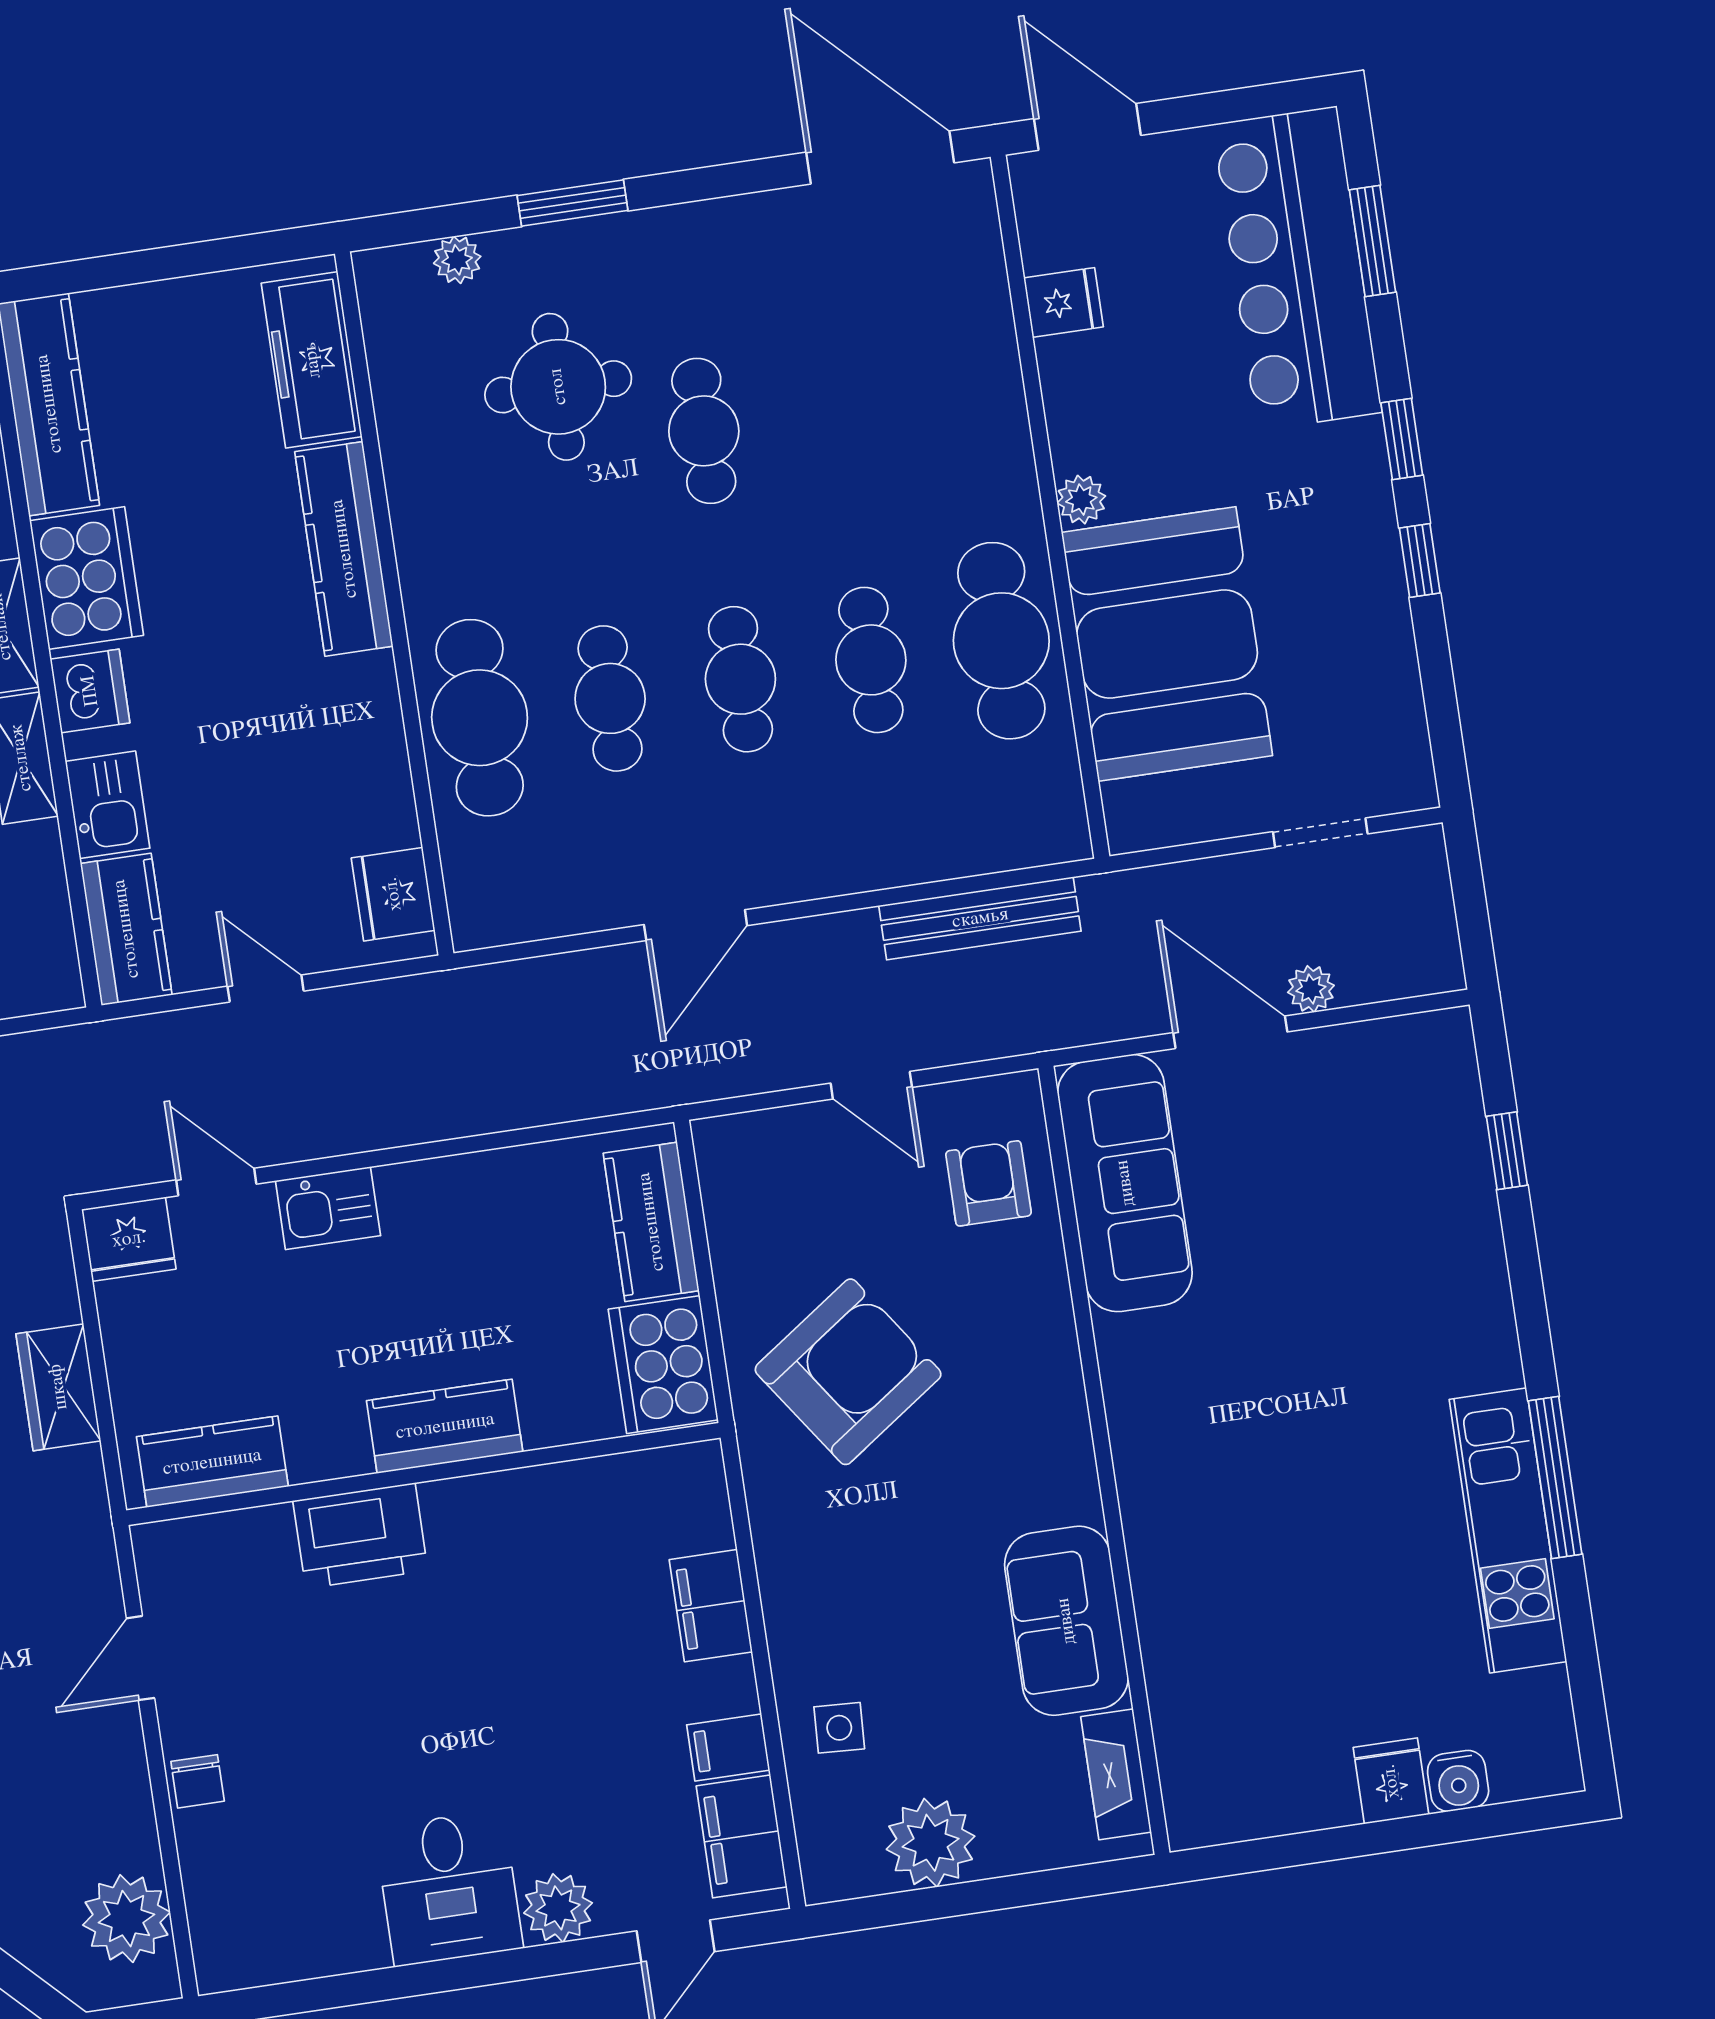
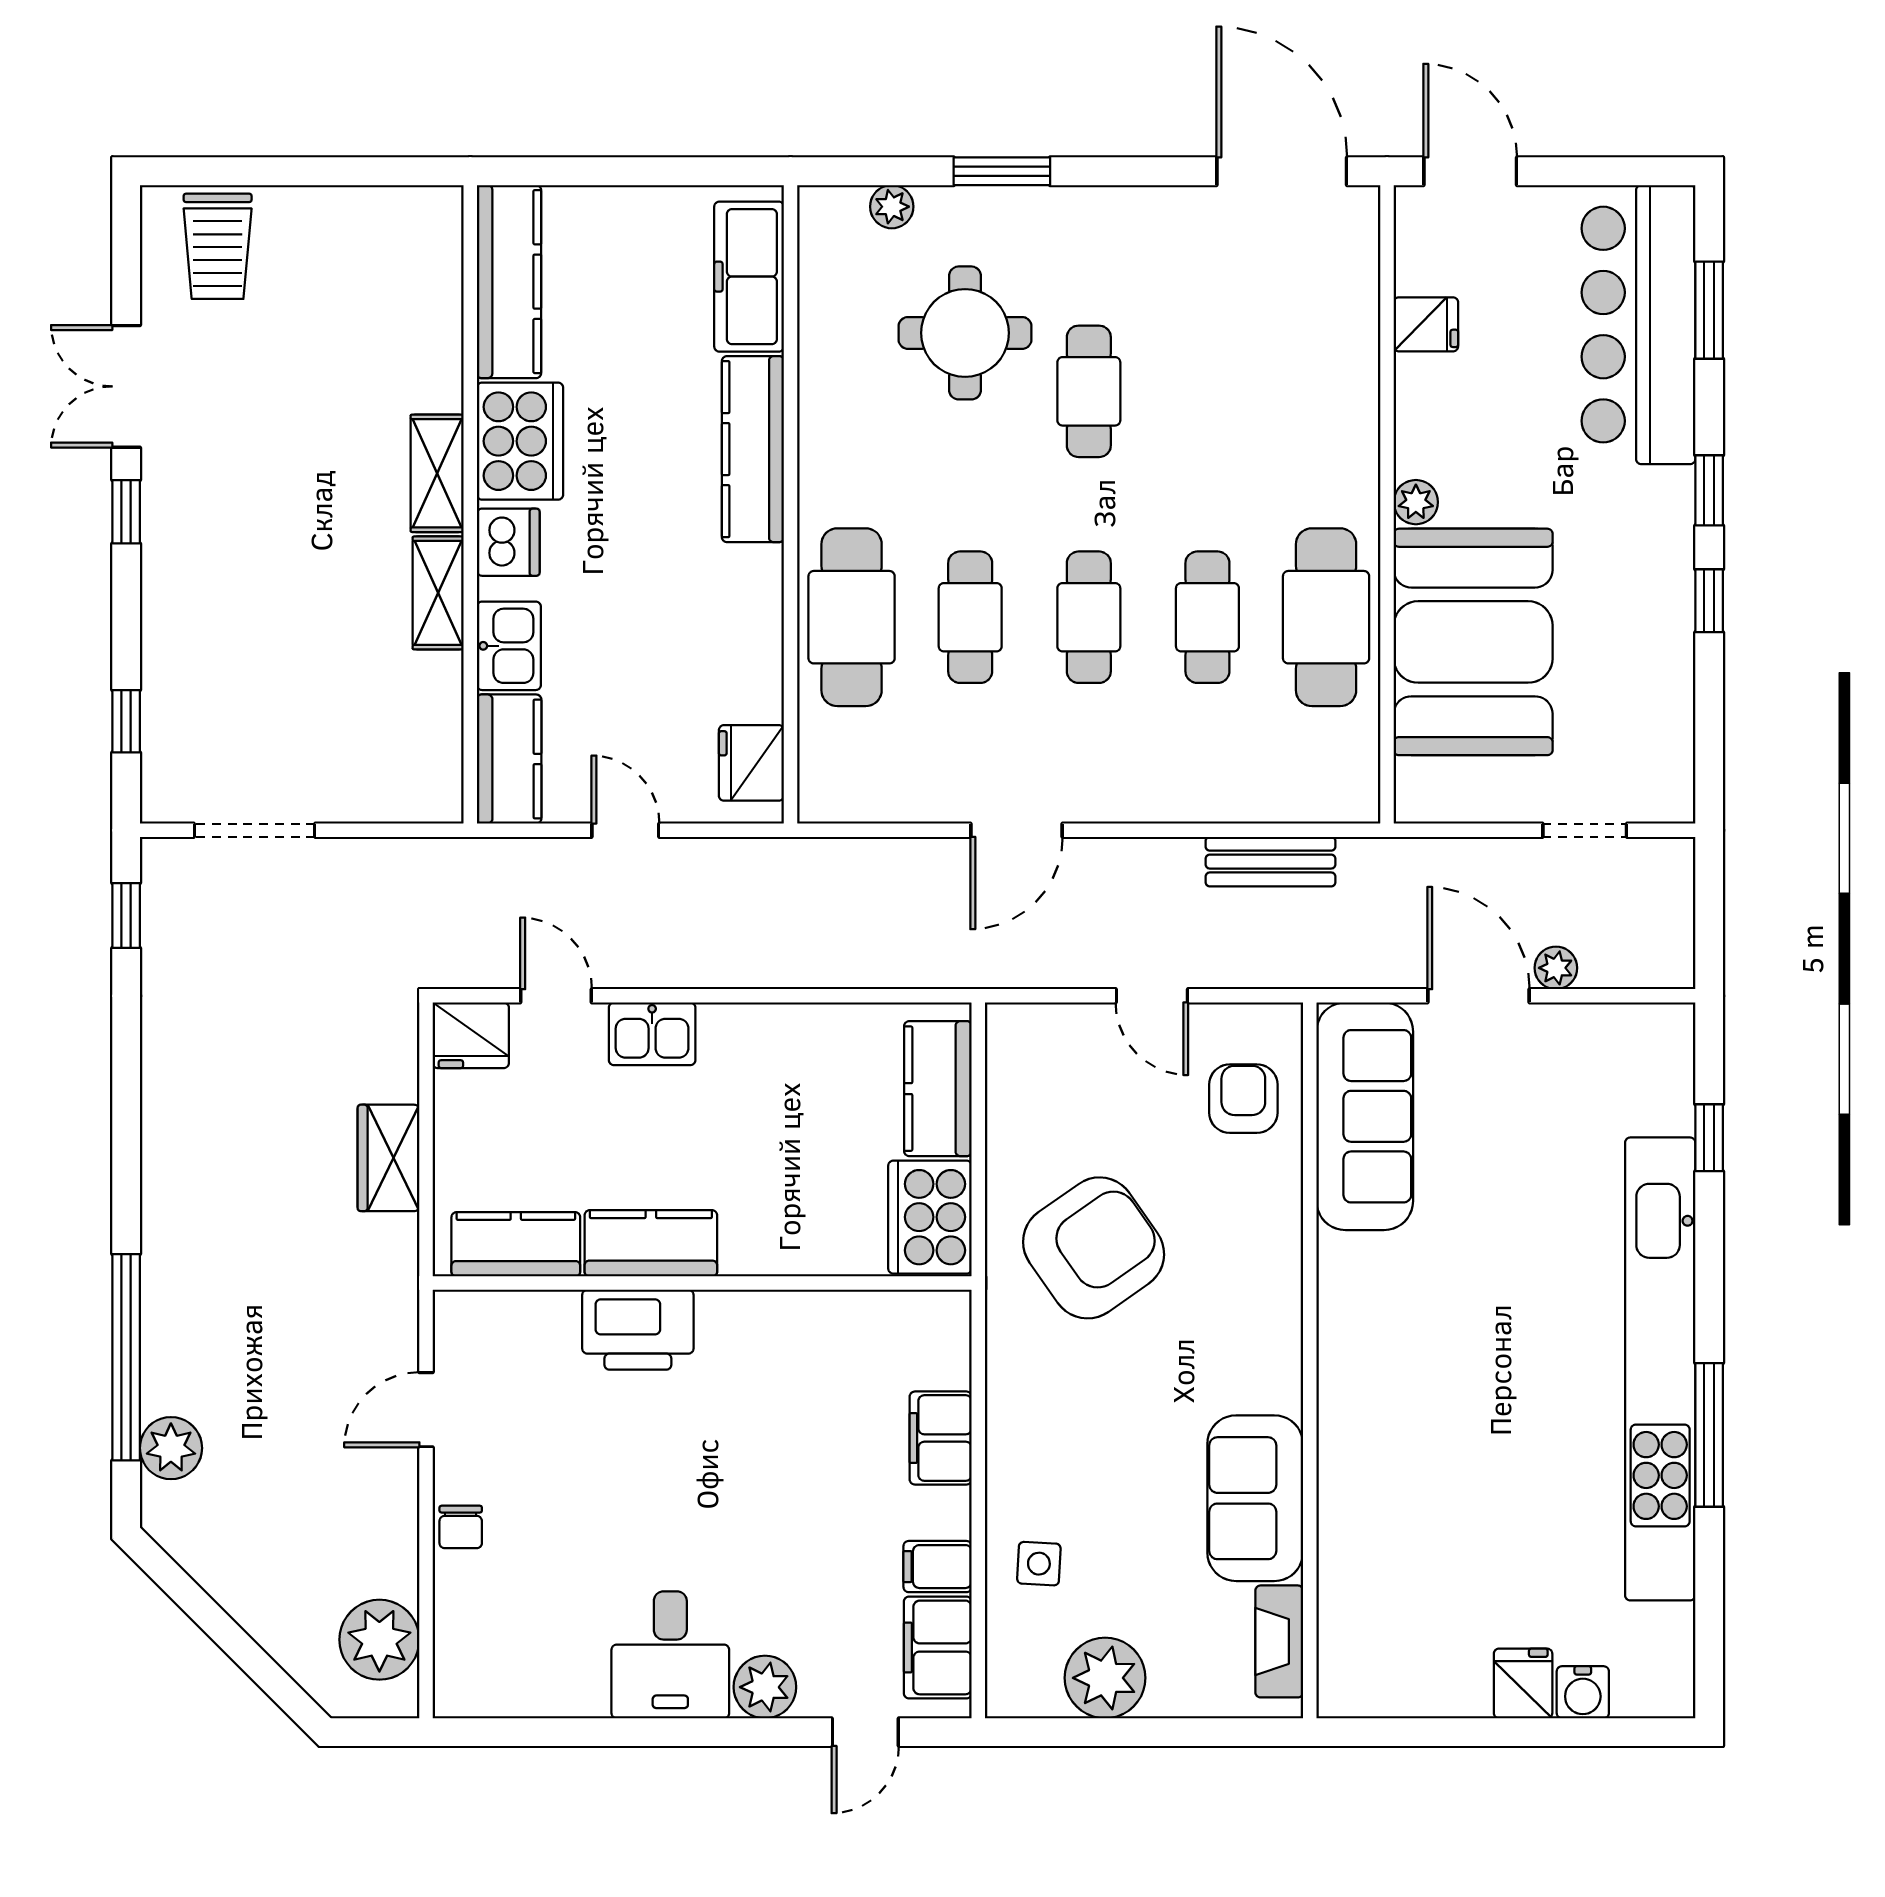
bench: (980, 918) -> (1270, 862), width x0.73
kitchen counter: (445, 1426) -> (651, 1243), moved
kitchen unit: (1508, 1531) -> (1660, 1369), width x1.86

